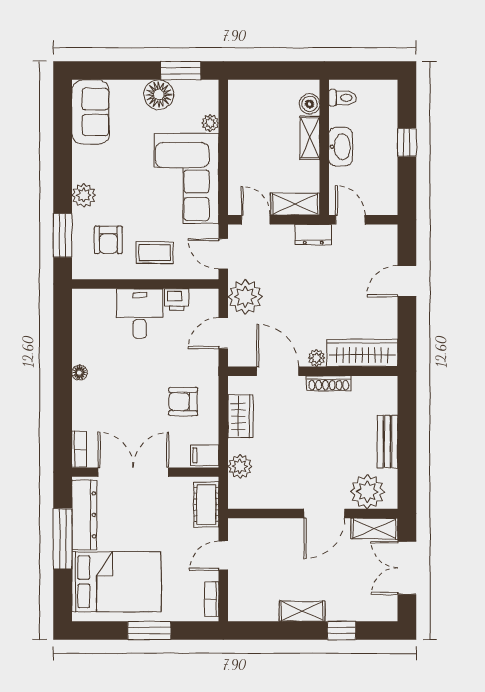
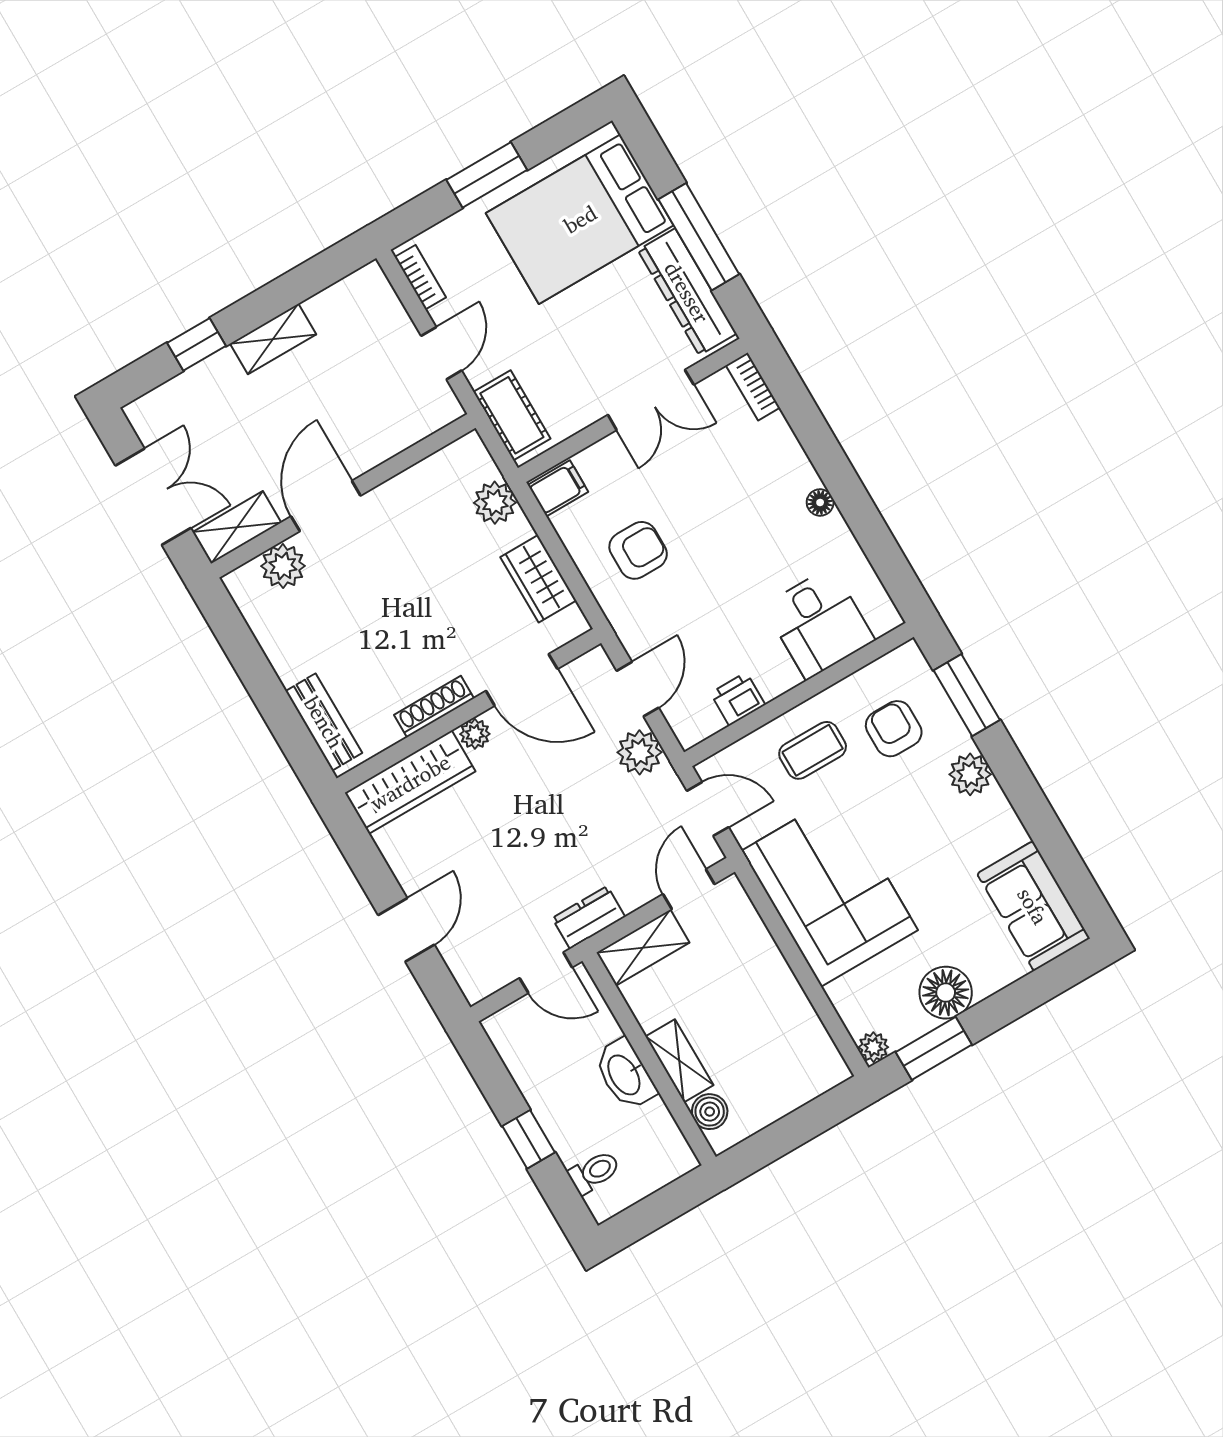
toilet: (343, 98) -> (594, 1172), moved, turned 180
plant: (210, 123) -> (873, 1047), moved
door: (256, 220) -> (689, 889), swing flipped
plant: (245, 297) -> (639, 752), width x0.73, depth x0.73
desk: (140, 313) -> (819, 623), moved
bench: (388, 442) -> (324, 722), moved
double door: (133, 472) -> (651, 400), width x0.73
plant: (367, 492) -> (283, 566), width x0.73, depth x0.73

